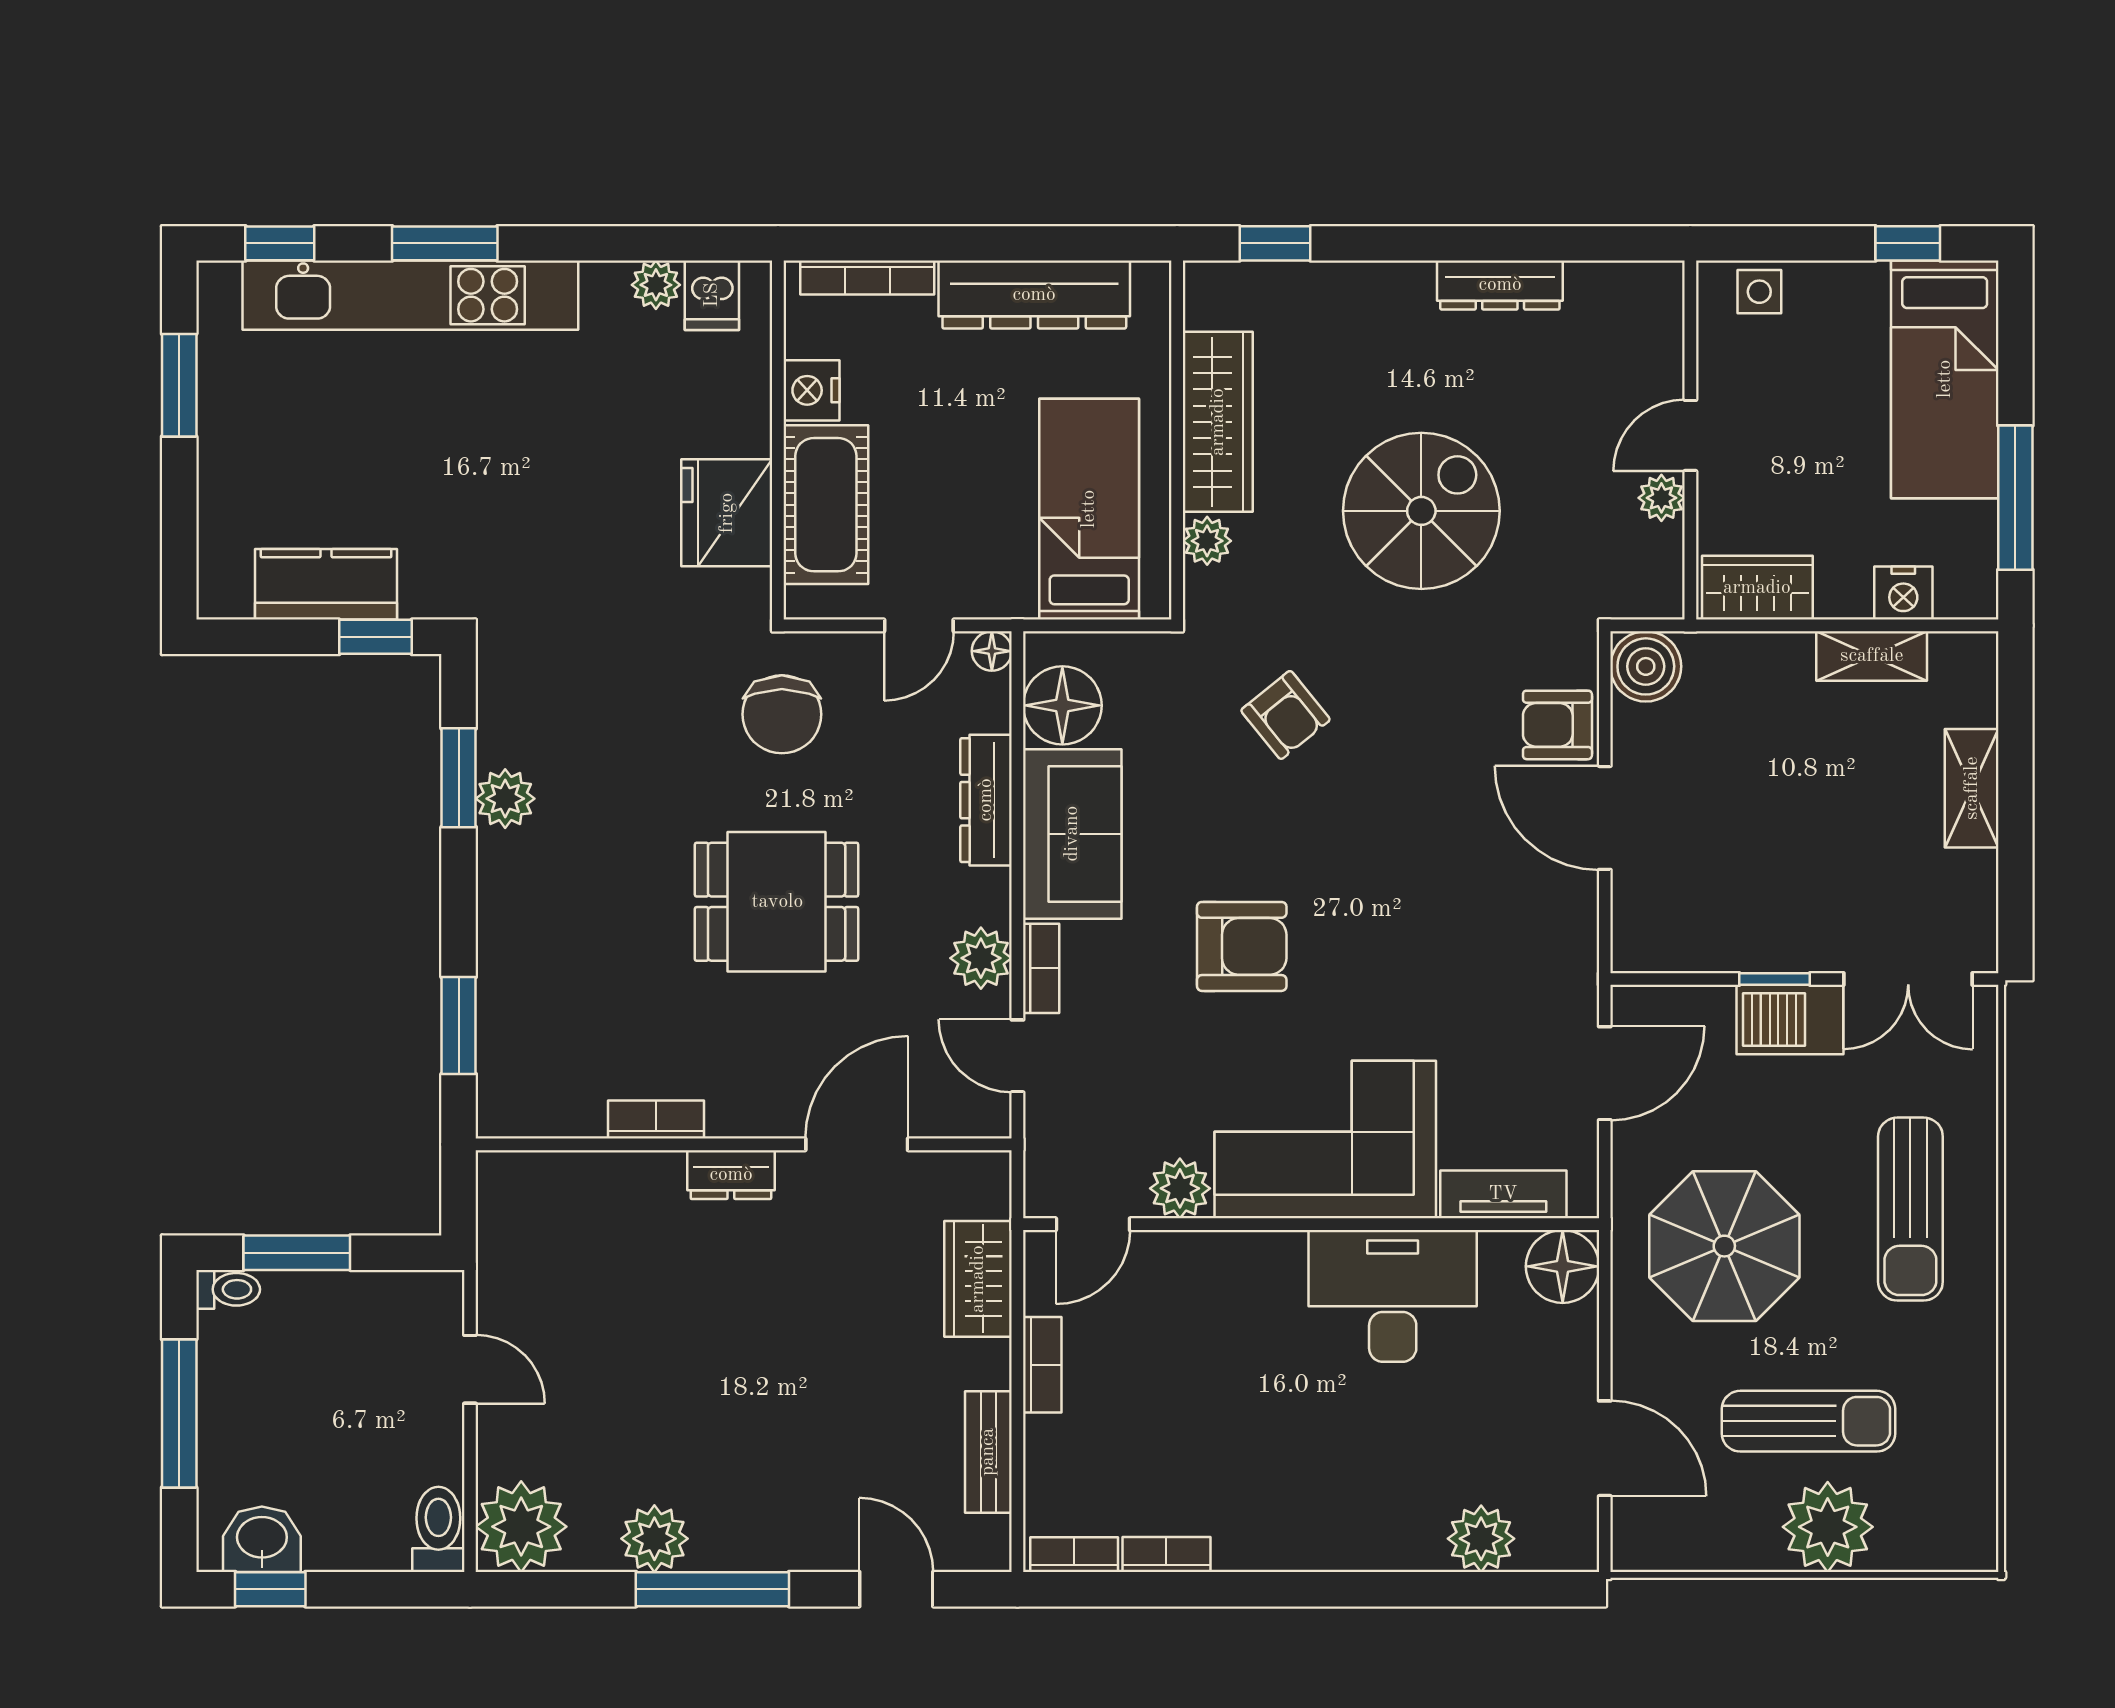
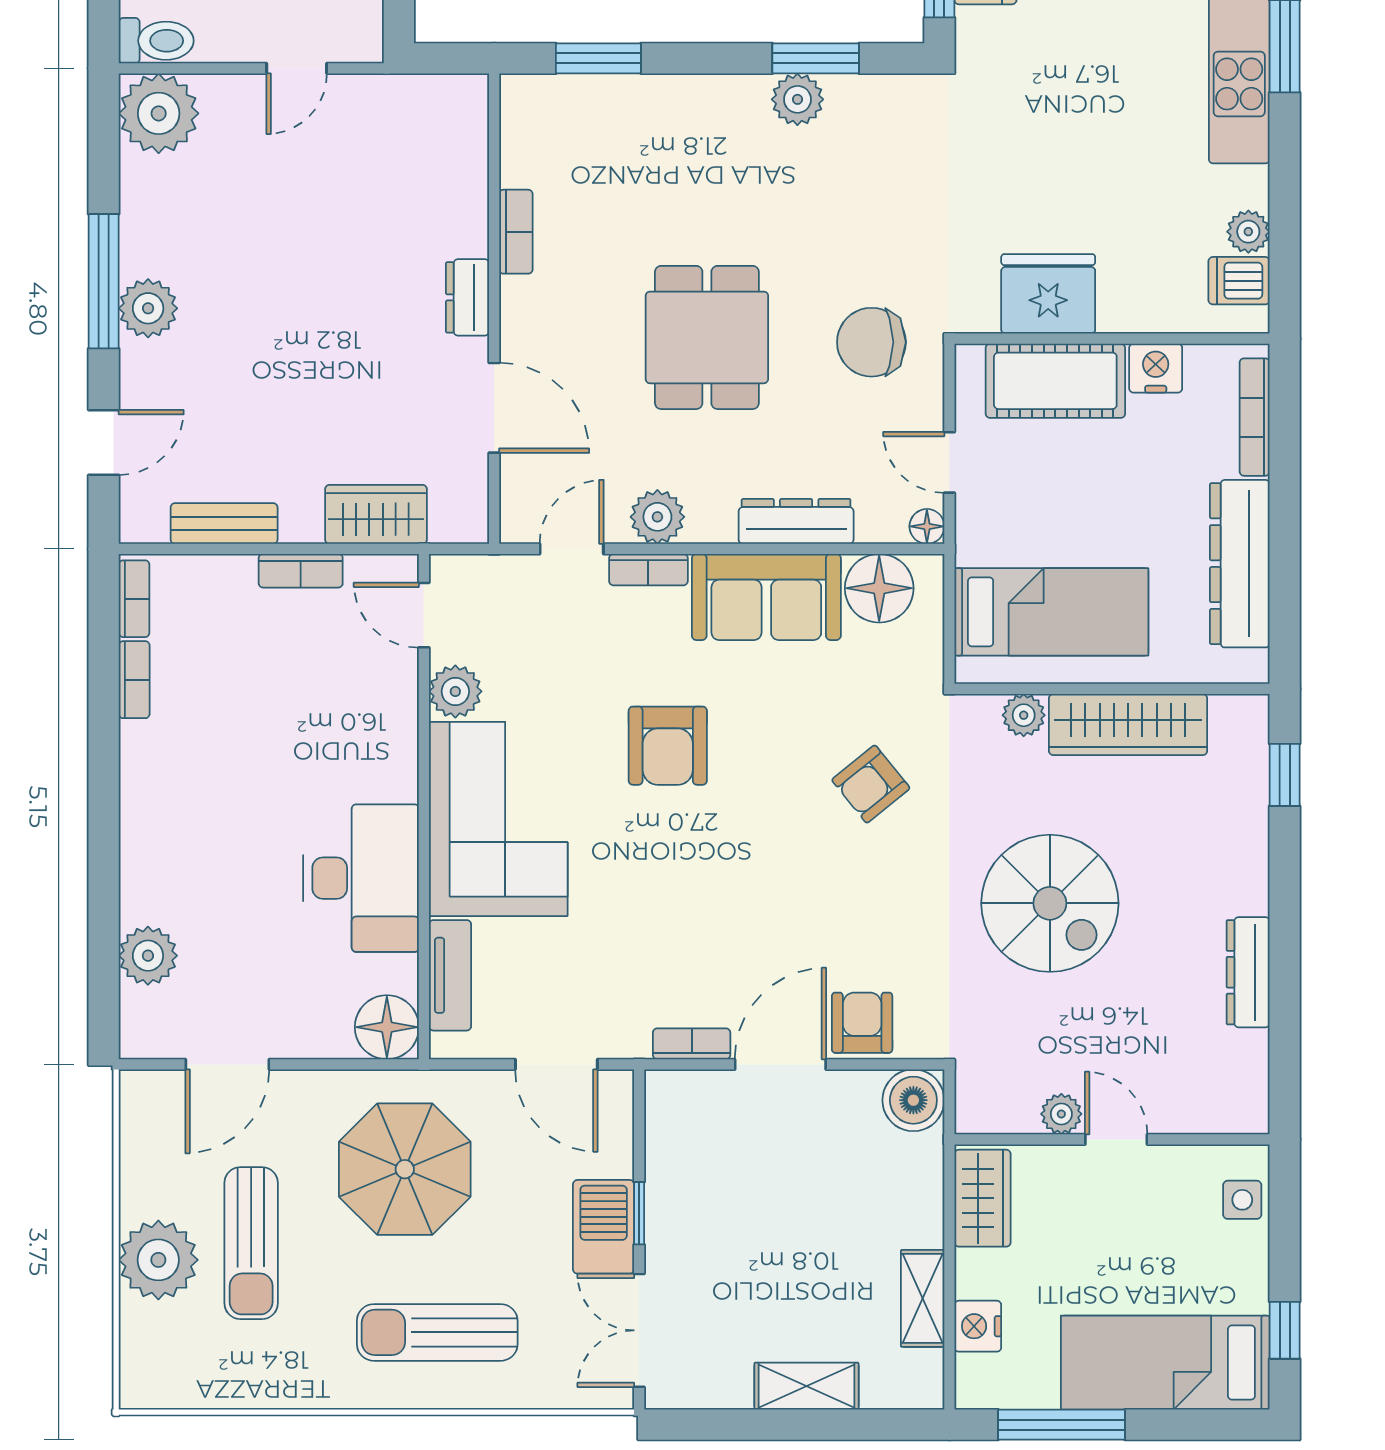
bookcase: (1581, 919) -> (692, 1044), added
plant: (654, 1539) -> (148, 308), moved

